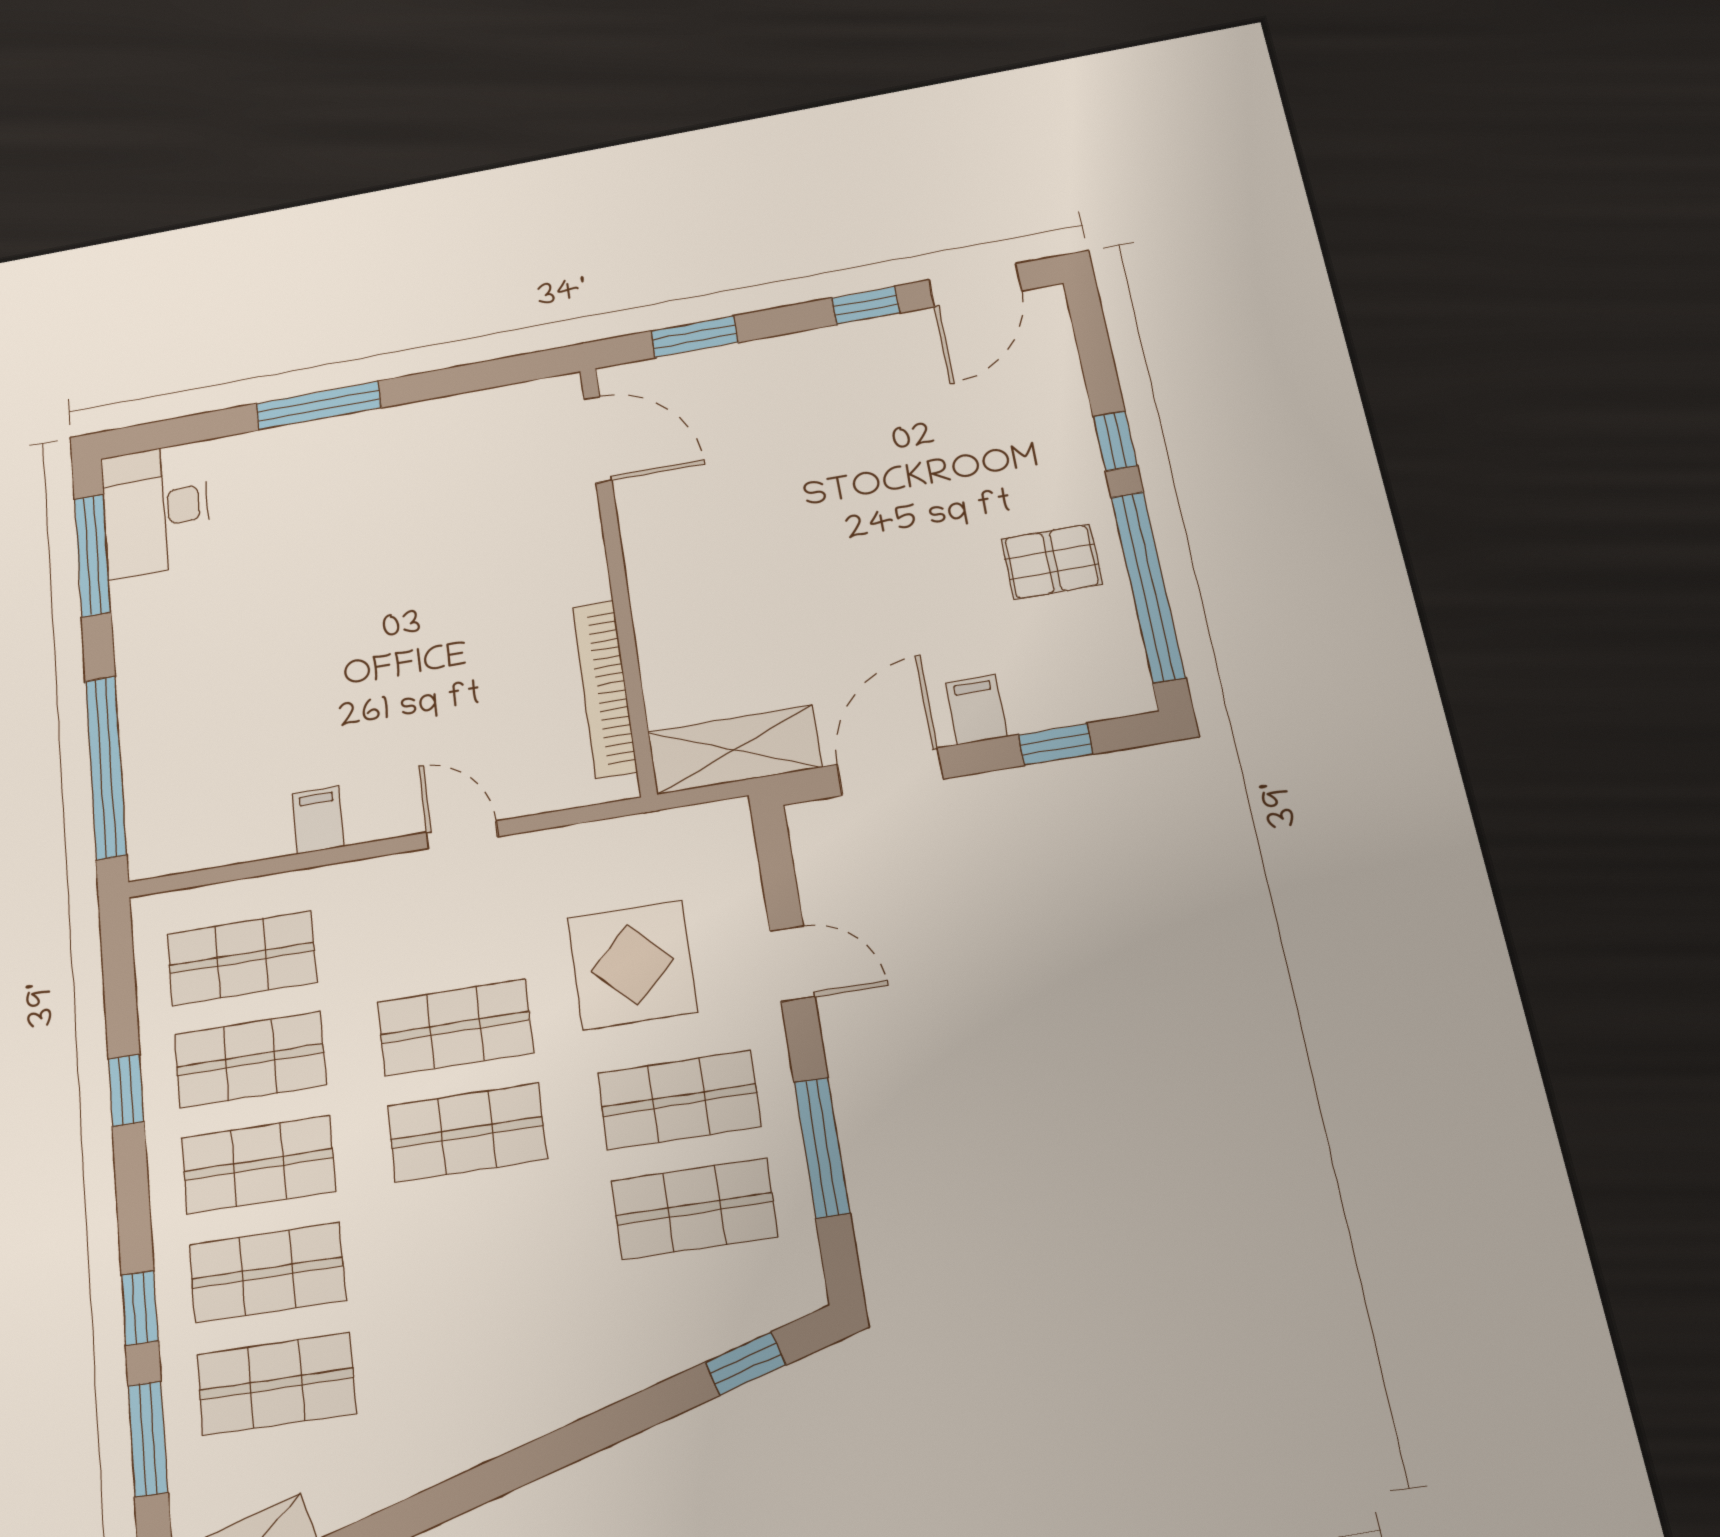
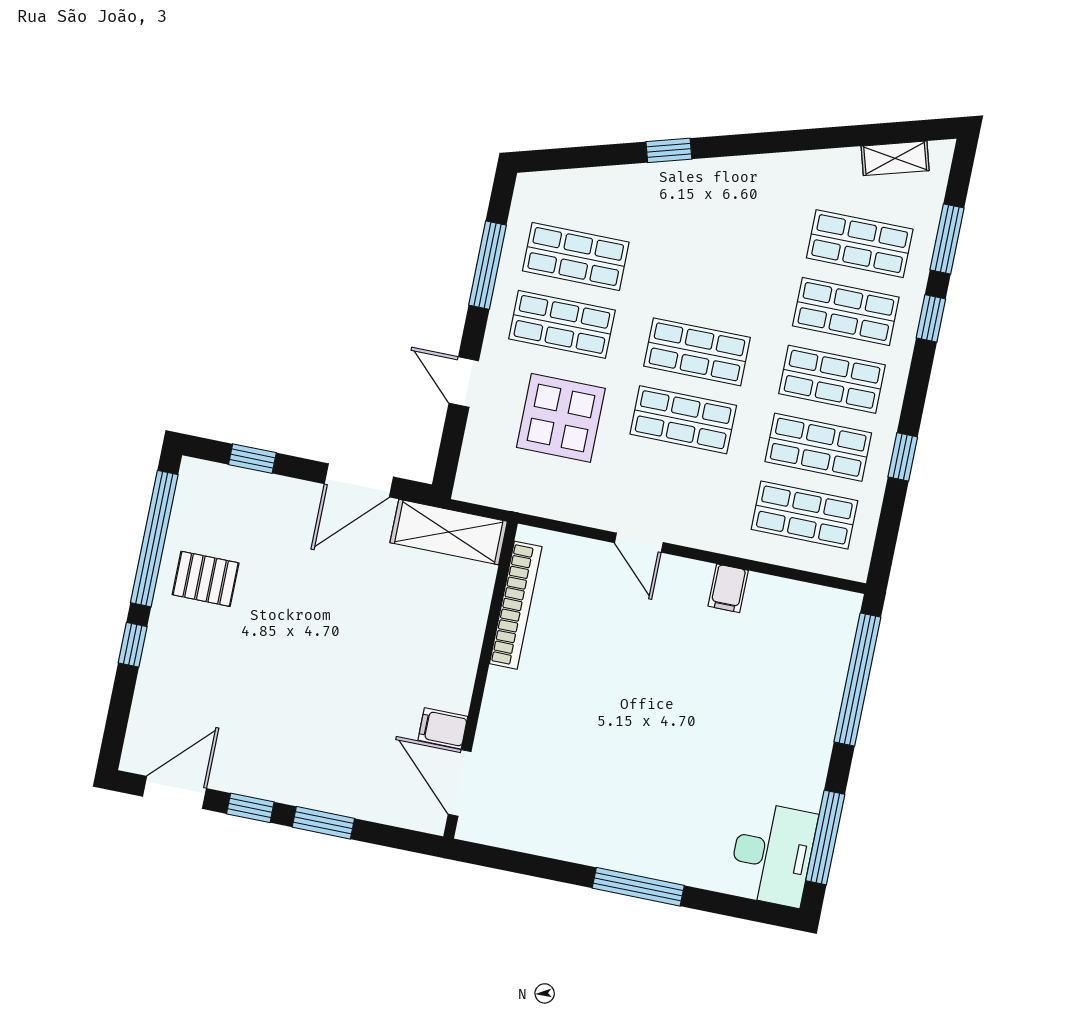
window: (694, 337) -> (323, 823), moved
filing cabinet: (977, 709) -> (443, 728), moved, turned 90
window: (746, 1364) -> (669, 150), moved

